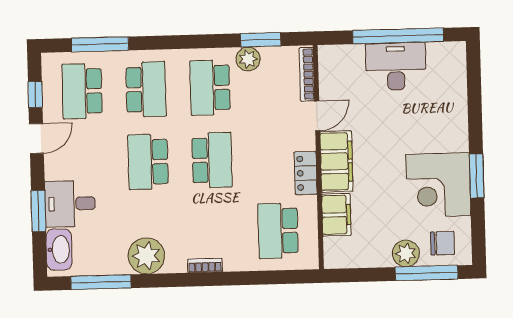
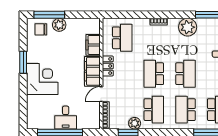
desk: (396, 66) -> (66, 118), width x0.73
corner desk: (438, 185) -> (42, 79), moved

